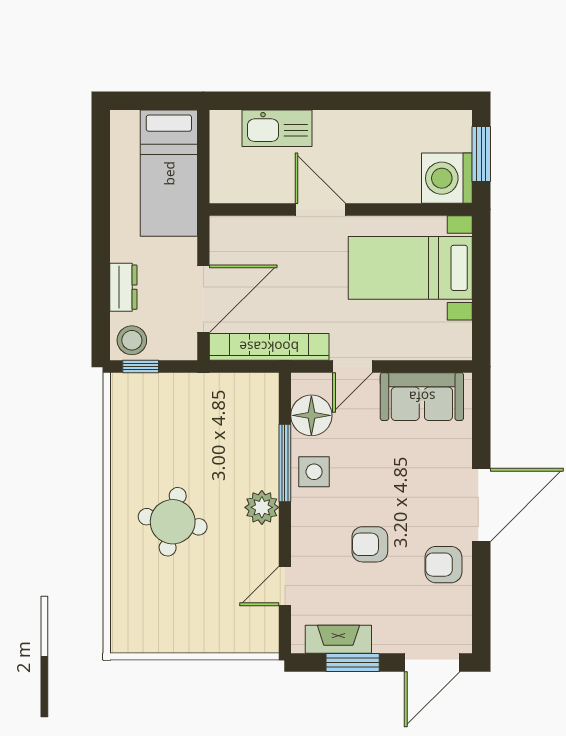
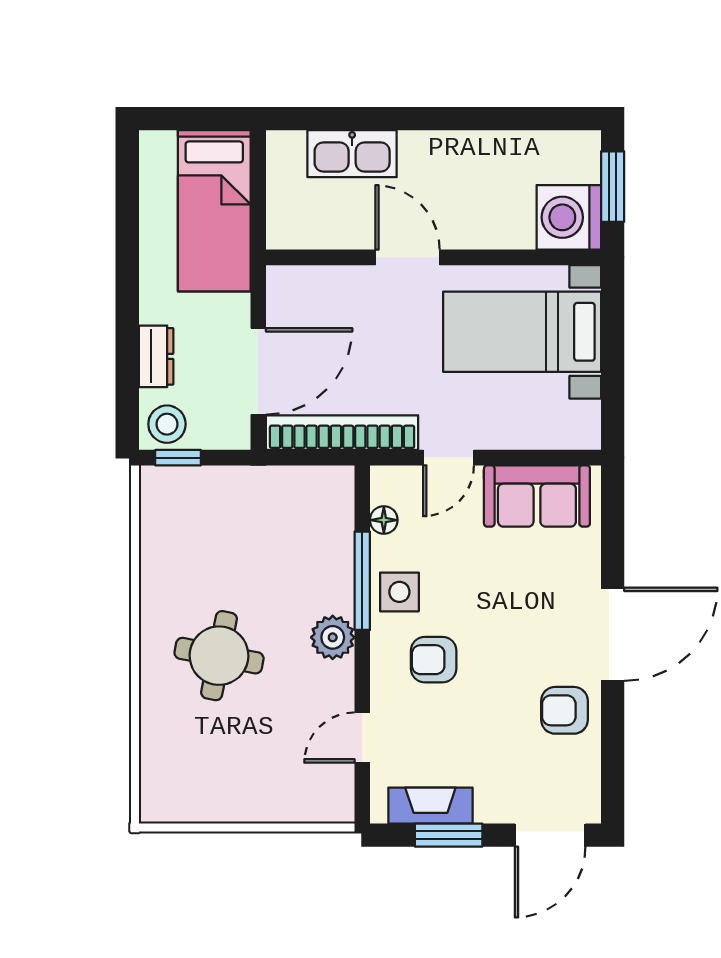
floor lamp: (311, 415) -> (384, 520), width x0.53, depth x0.53
armchair: (370, 544) -> (434, 660), moved

